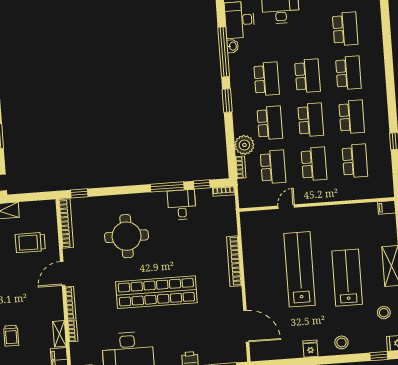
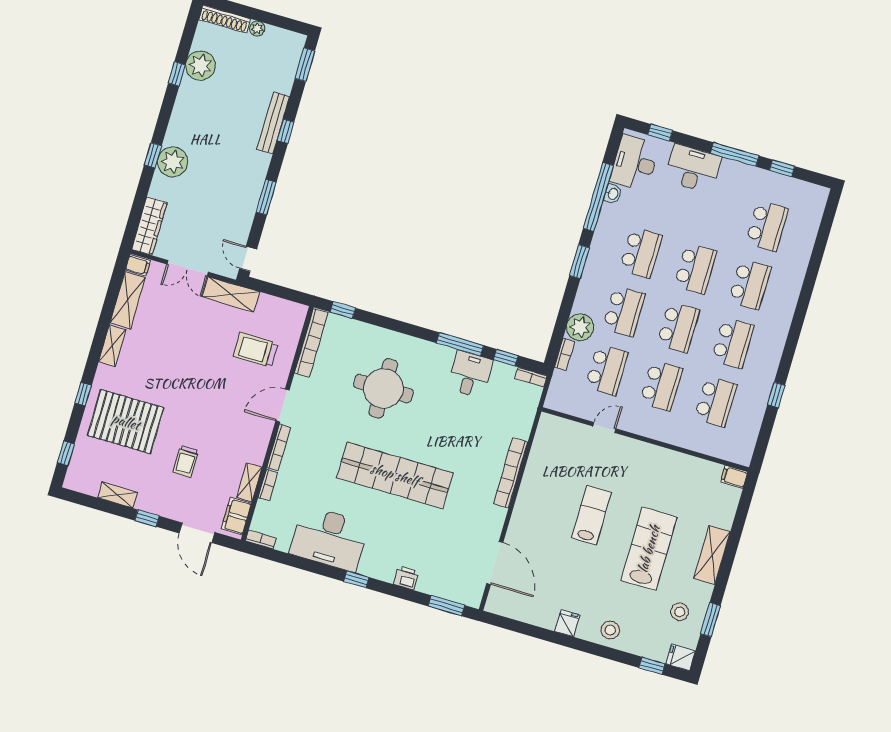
lab bench: (300, 269) -> (591, 515), width x0.54, depth x0.72

